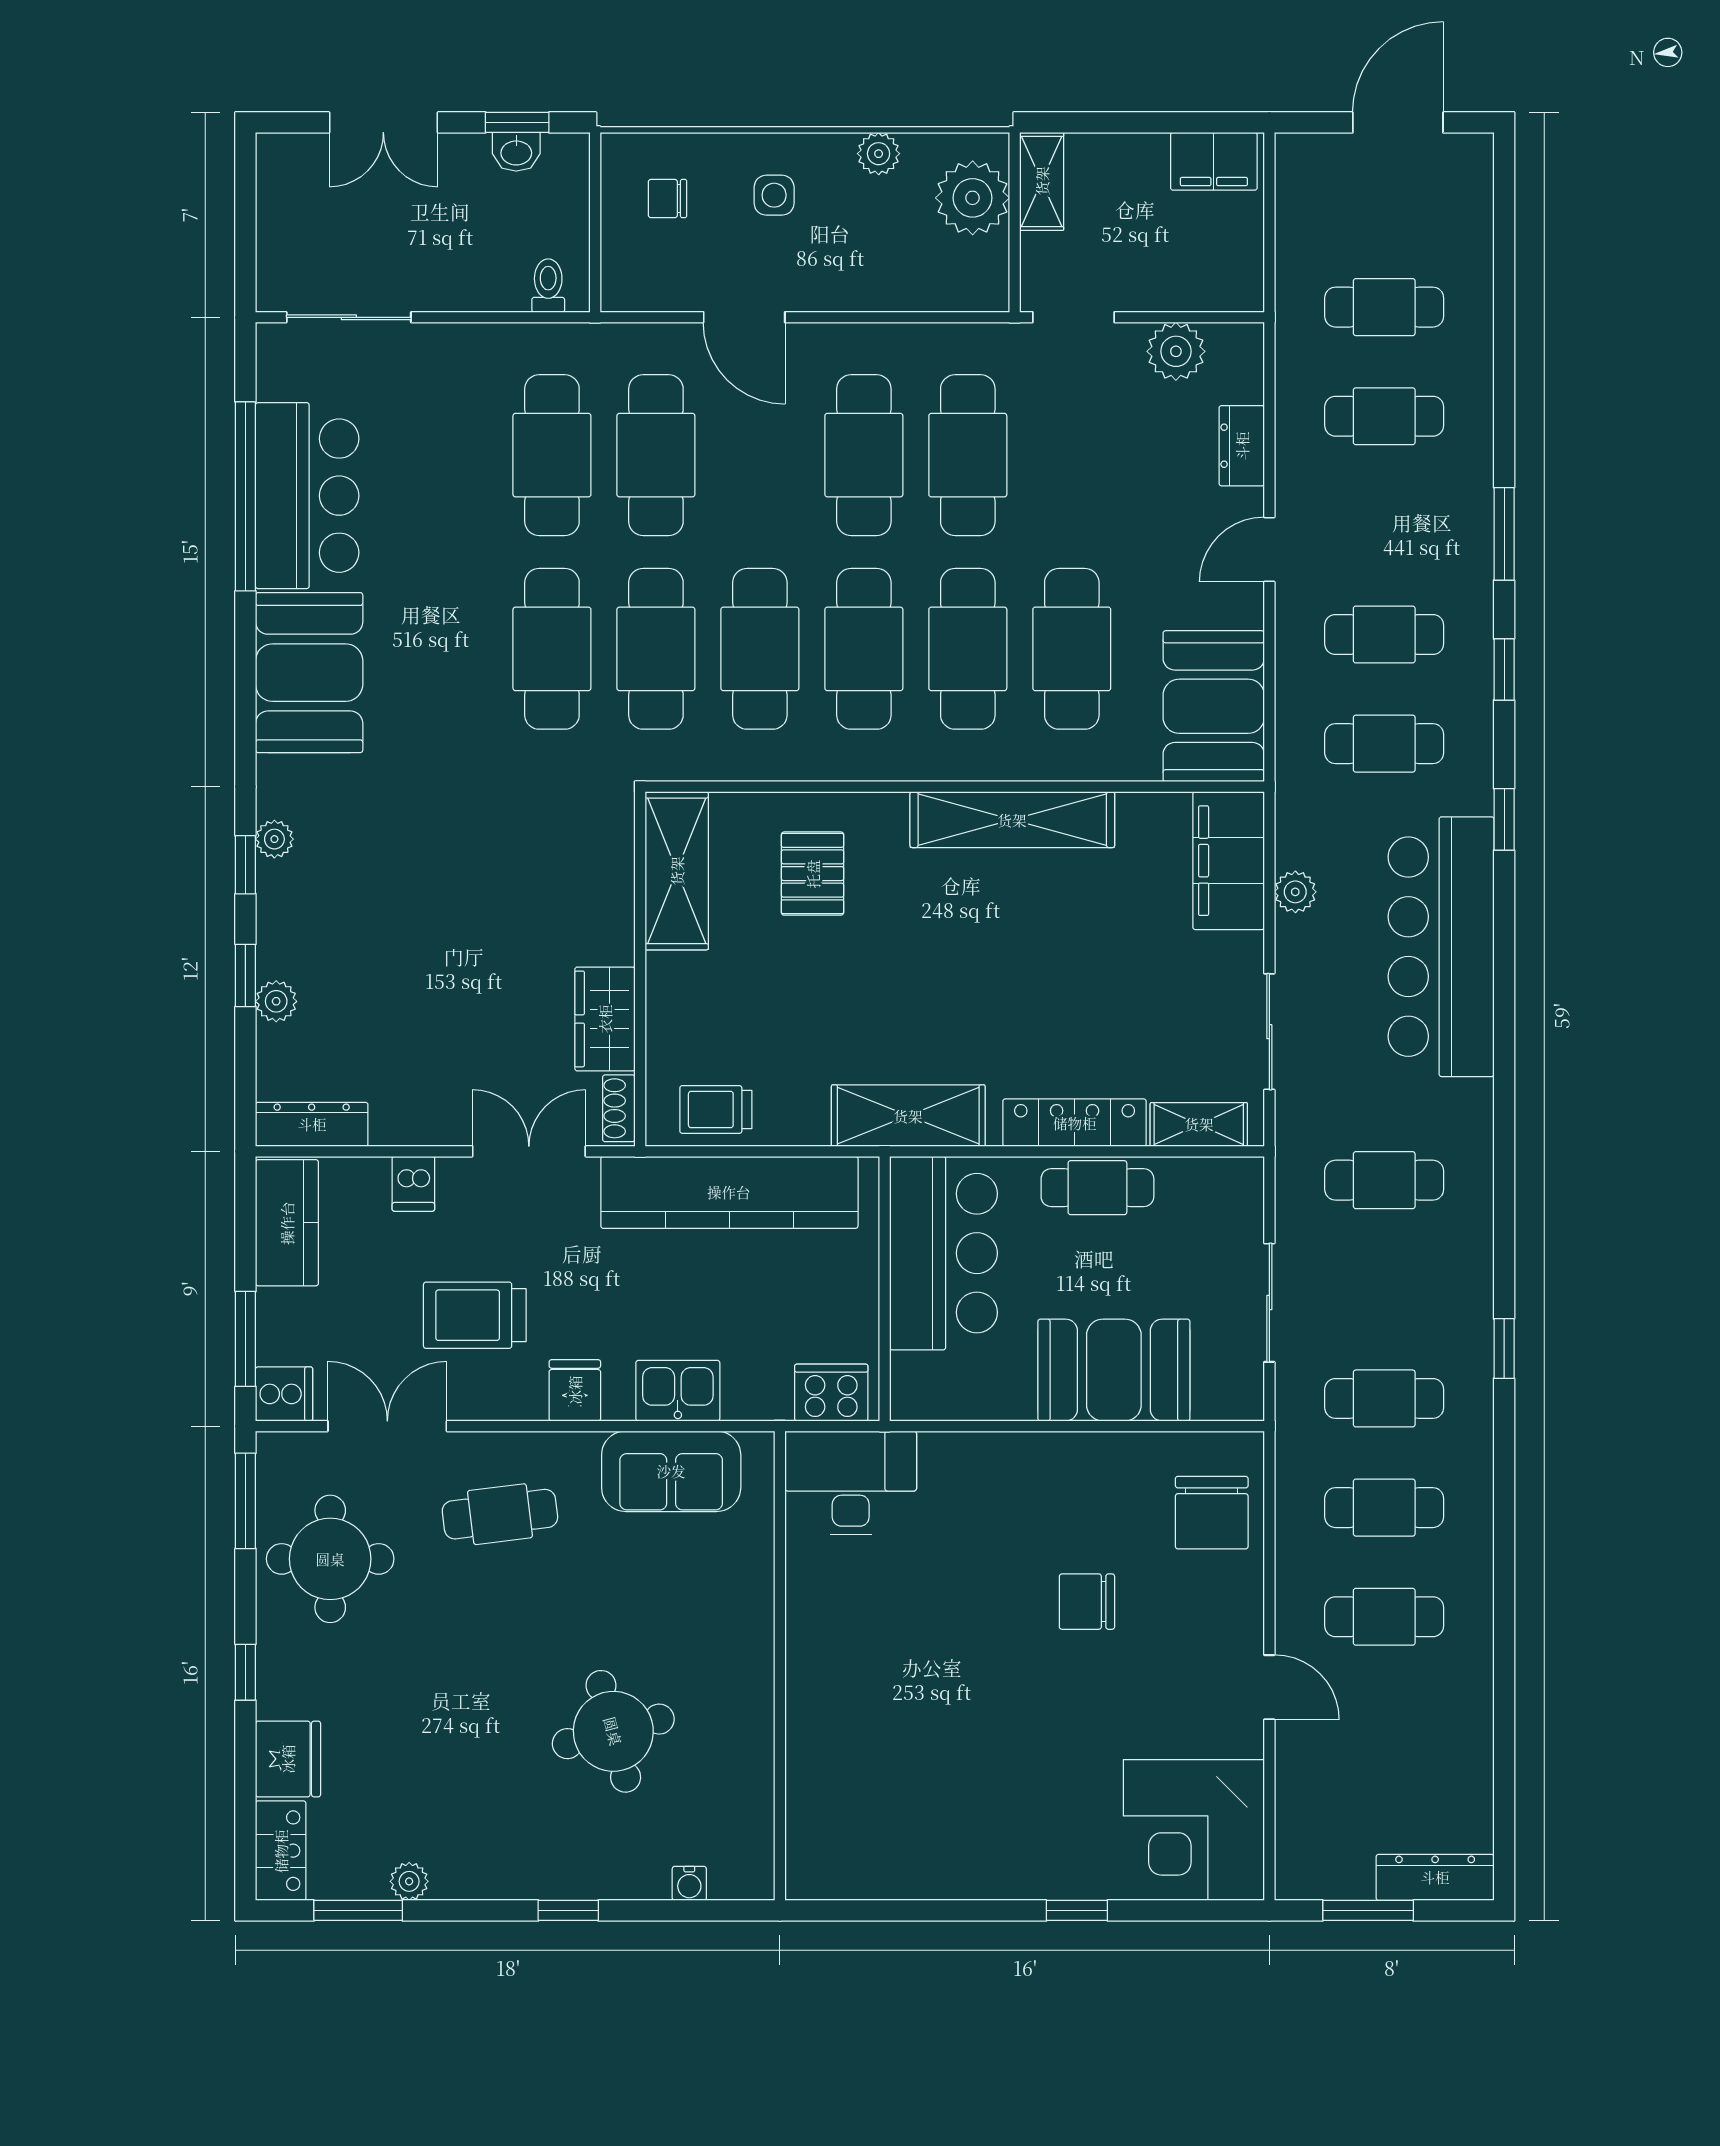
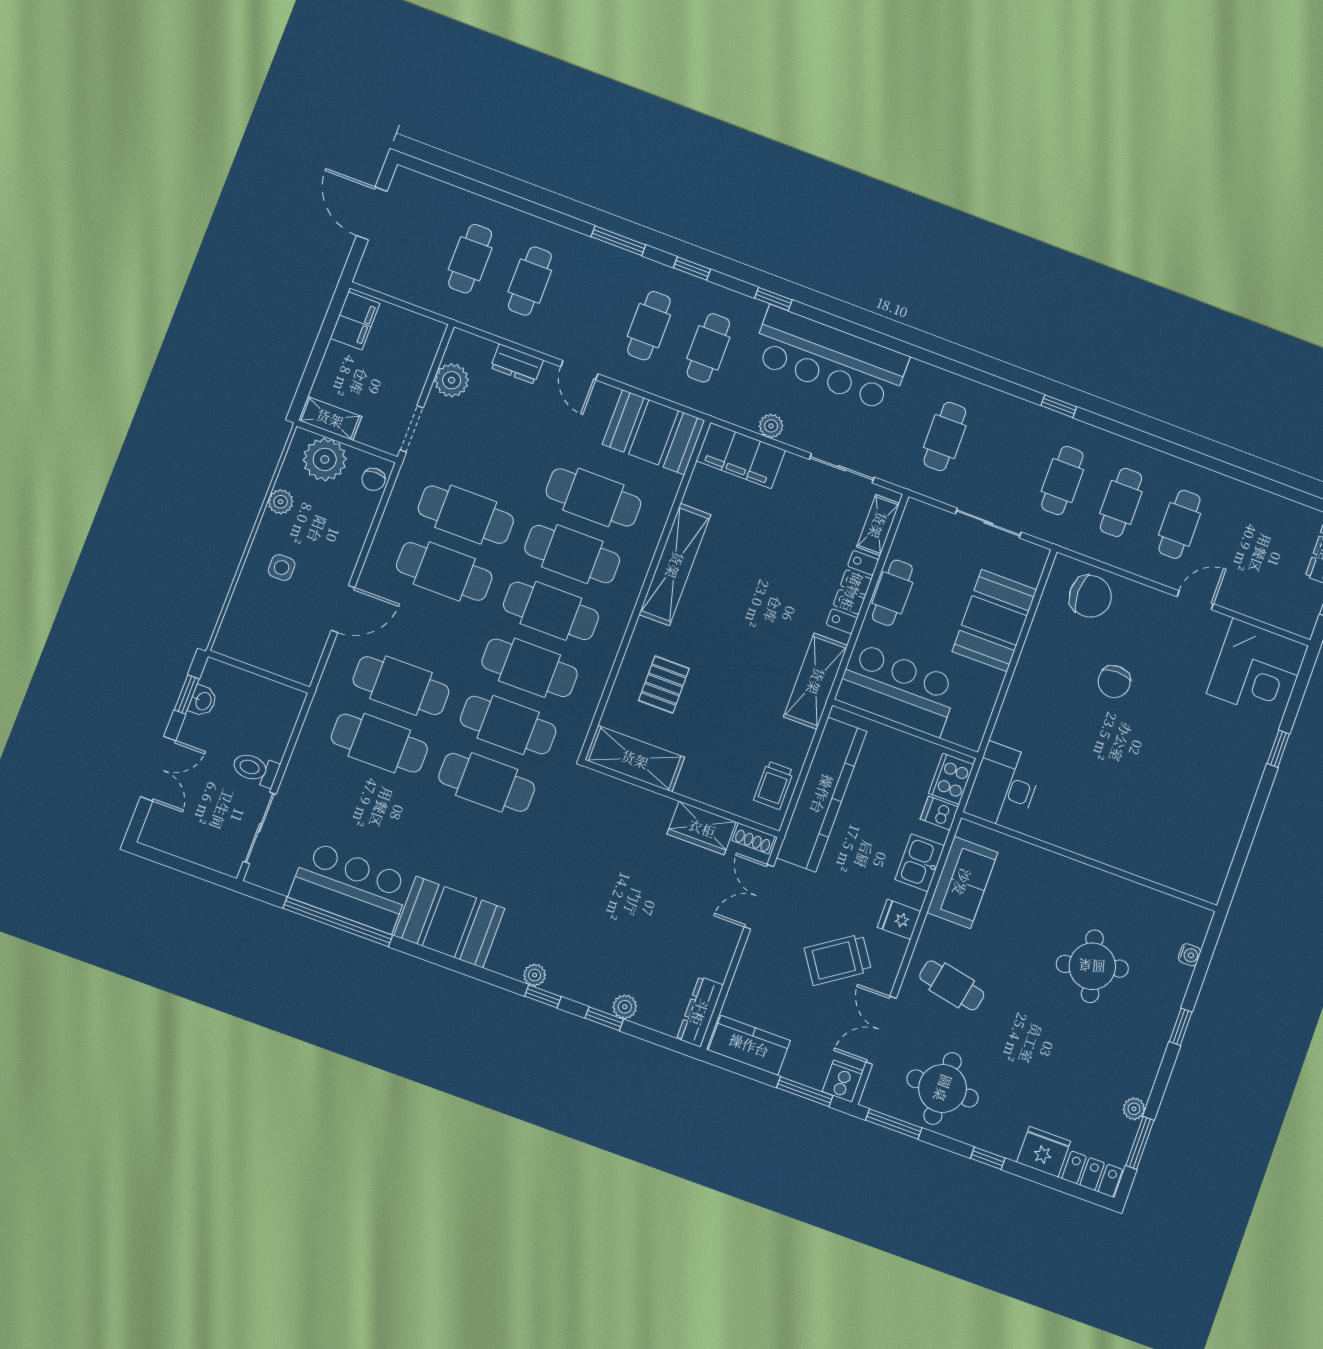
chair: (667, 199) -> (373, 479), moved
toilet: (548, 286) -> (255, 769), moved, width x1.37, depth x1.39
pallet: (813, 874) -> (664, 685), turned 90
dishwasher: (413, 1184) -> (939, 813), moved, turned 180
trolley: (475, 1315) -> (838, 959), turned 56
cafe table: (500, 1514) -> (952, 985), turned -72

